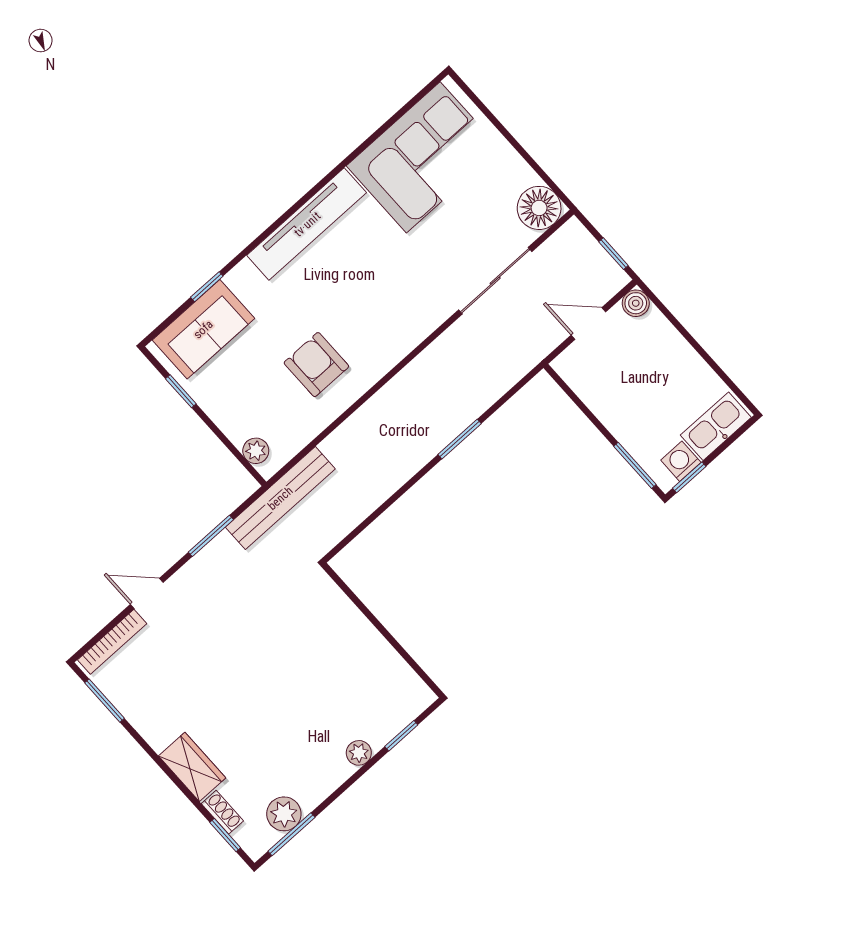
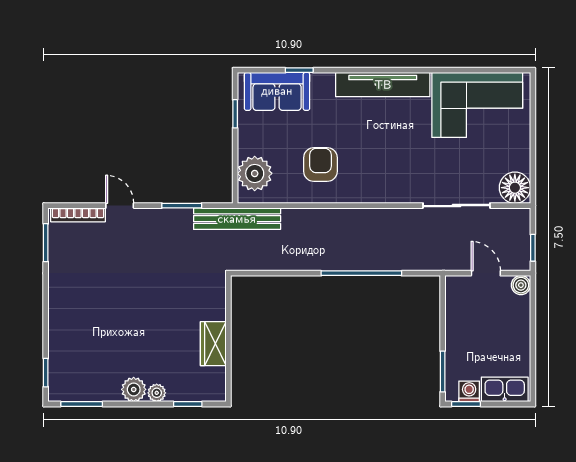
window: (460, 439) -> (361, 273), width x2.11
plant: (256, 451) -> (255, 173), width x1.87, depth x1.87
wardrobe: (192, 767) -> (213, 344), moved, turned 180
shoe rack: (222, 812) -> (55, 359), removed
plant: (284, 814) -> (134, 389), moved

